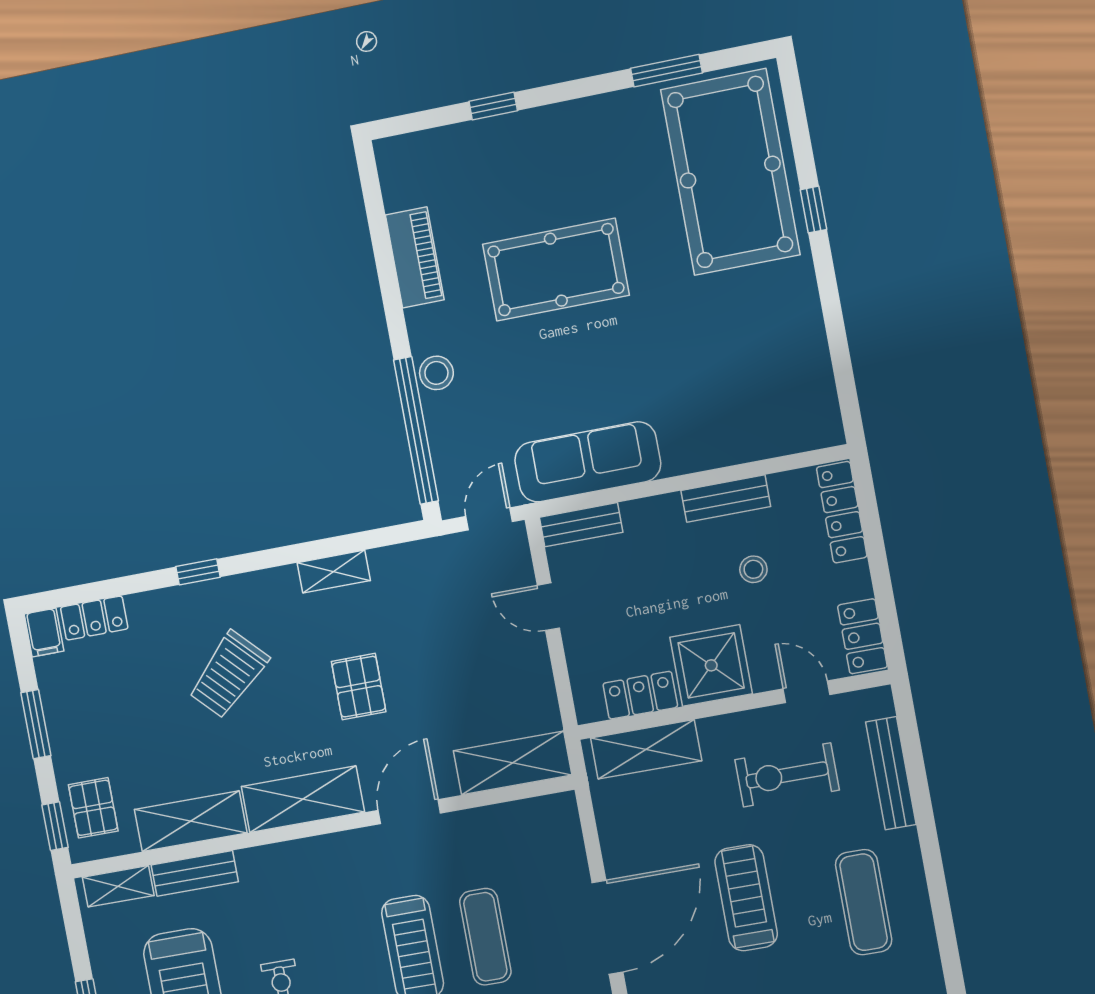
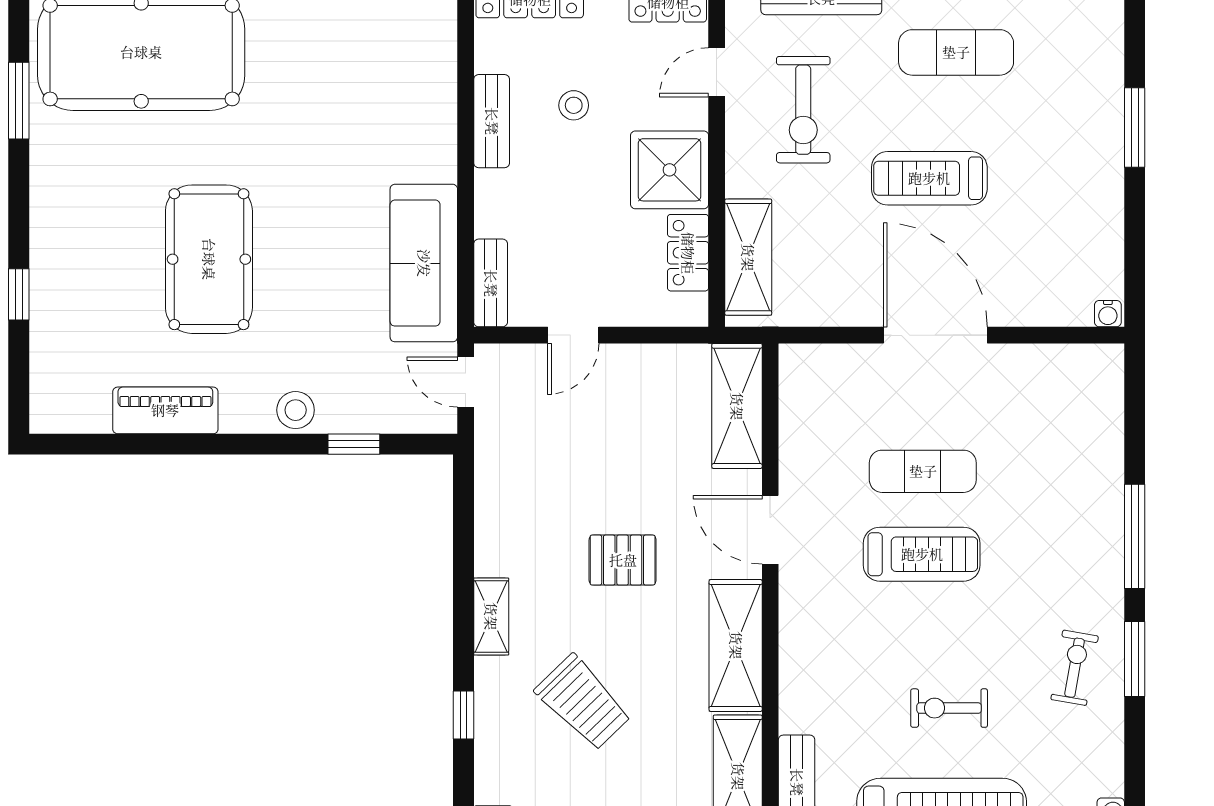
window: (416, 430) -> (354, 444), width x0.32
shelving: (334, 572) -> (491, 616), moved

